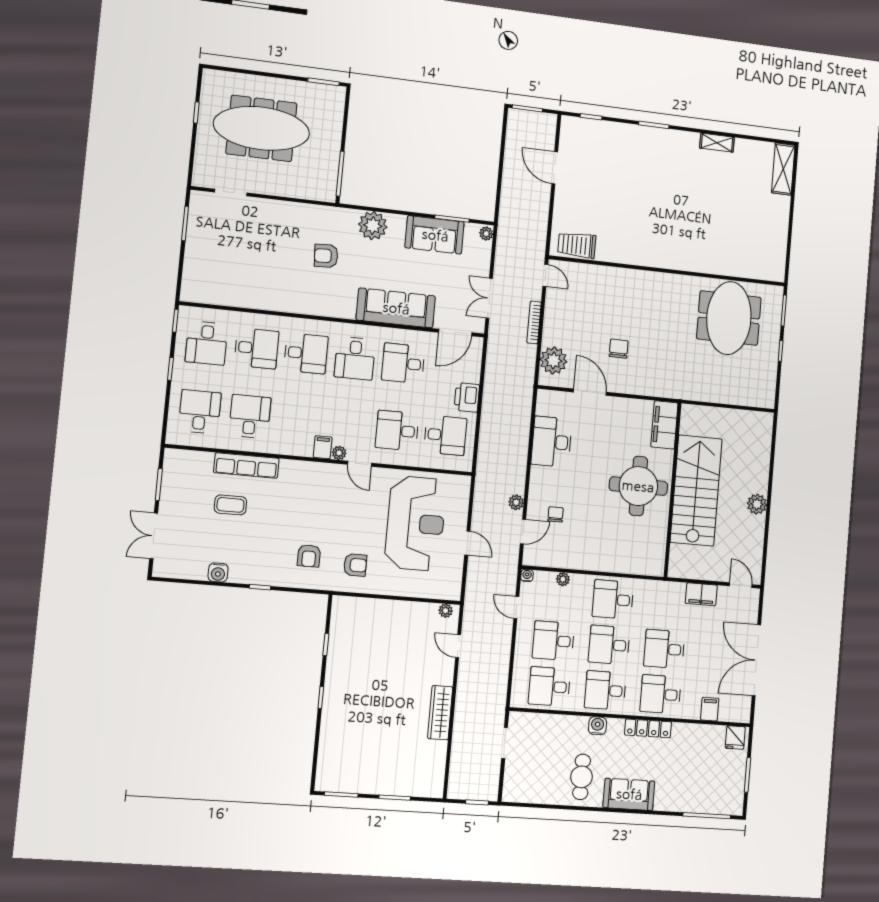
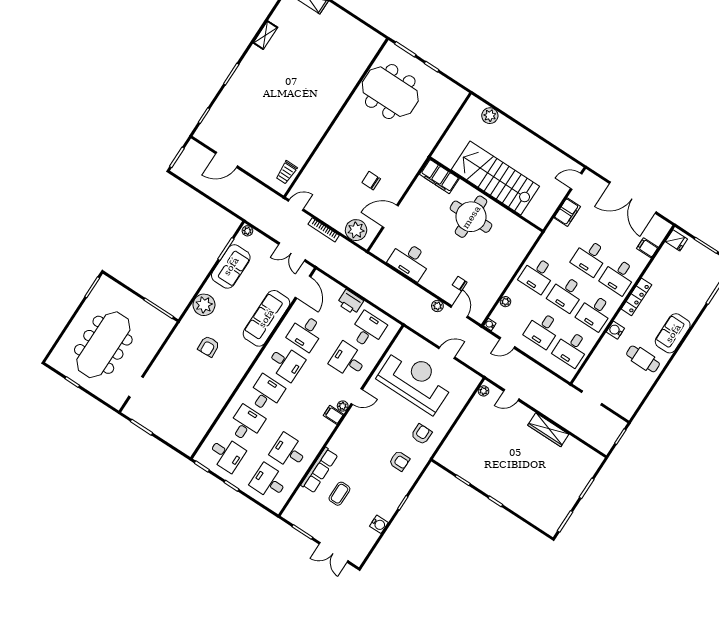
trolley: (577, 245) -> (286, 172), width x0.73, depth x0.72
desk: (397, 431) -> (348, 360), turned 90
plant: (757, 504) -> (490, 116), moved

